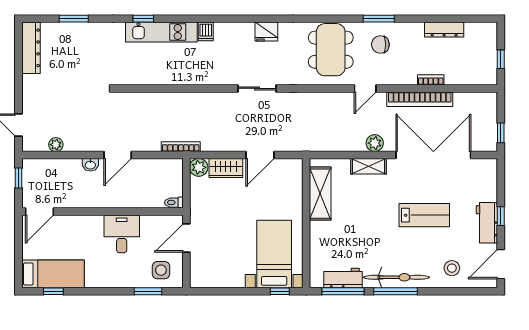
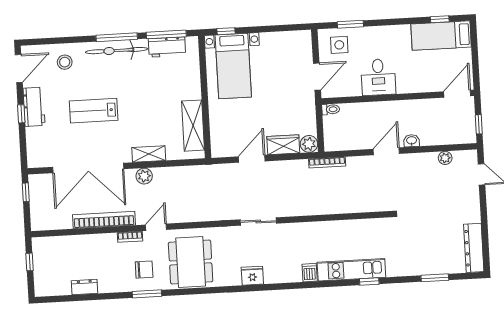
dresser: (444, 30) -> (85, 287), width x0.70
bookcase: (431, 80) -> (130, 237), moved

